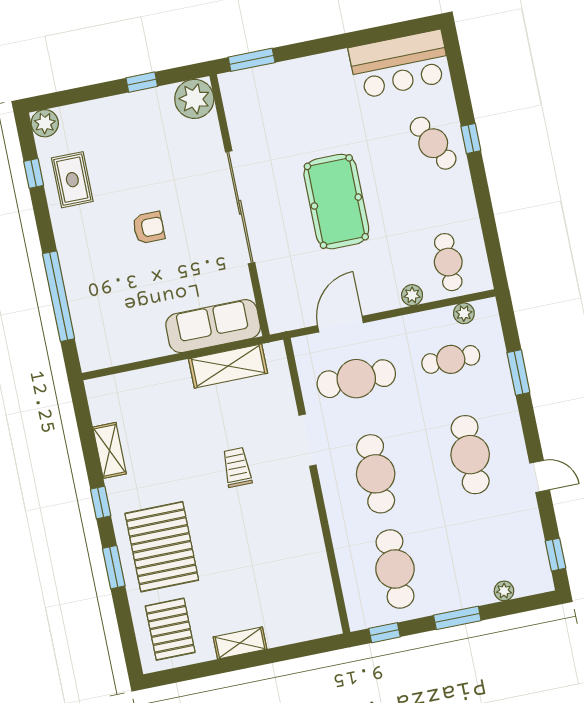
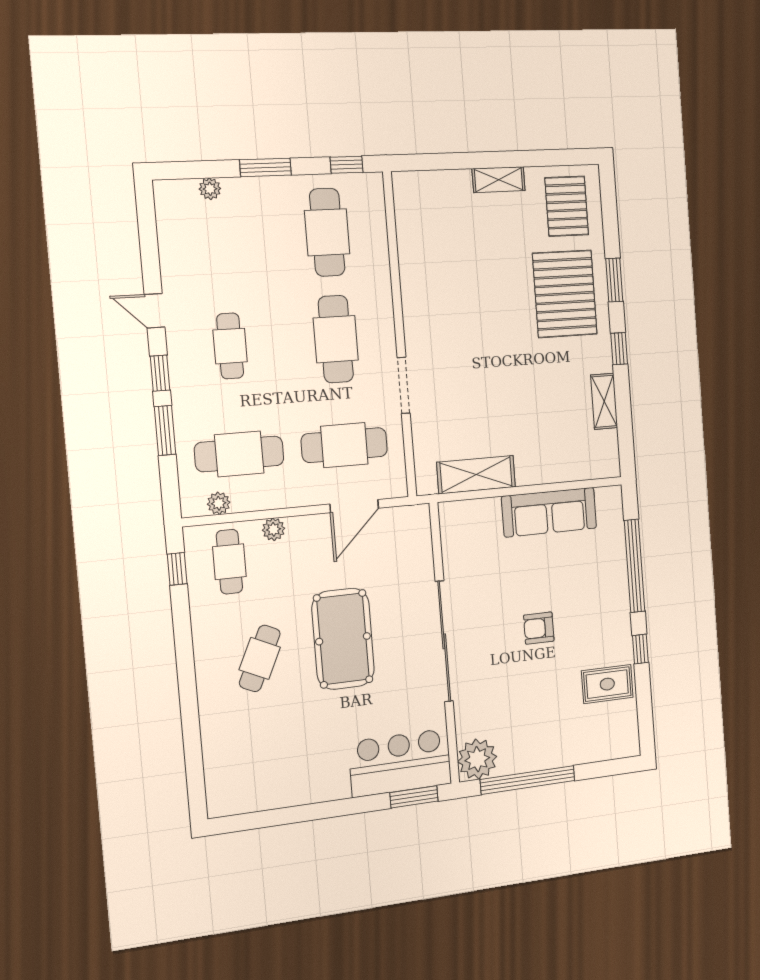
bar counter: (400, 64) -> (400, 763), moved
window: (142, 82) -> (528, 780), width x3.17
plant: (45, 123) -> (627, 744), removed
window: (471, 138) -> (177, 569), moved
cafe table: (433, 143) -> (260, 658), moved, turned 52
window: (34, 173) -> (640, 649), moved
rug: (72, 180) -> (607, 684), turned 90
sofa: (213, 326) -> (549, 512), moved
cafe table: (451, 359) -> (239, 454), width x1.37, depth x1.35
cafe table: (470, 455) -> (230, 346), width x0.73, depth x0.74
trolley: (237, 467) -> (480, 366), removed
window: (555, 555) -> (160, 373), moved

